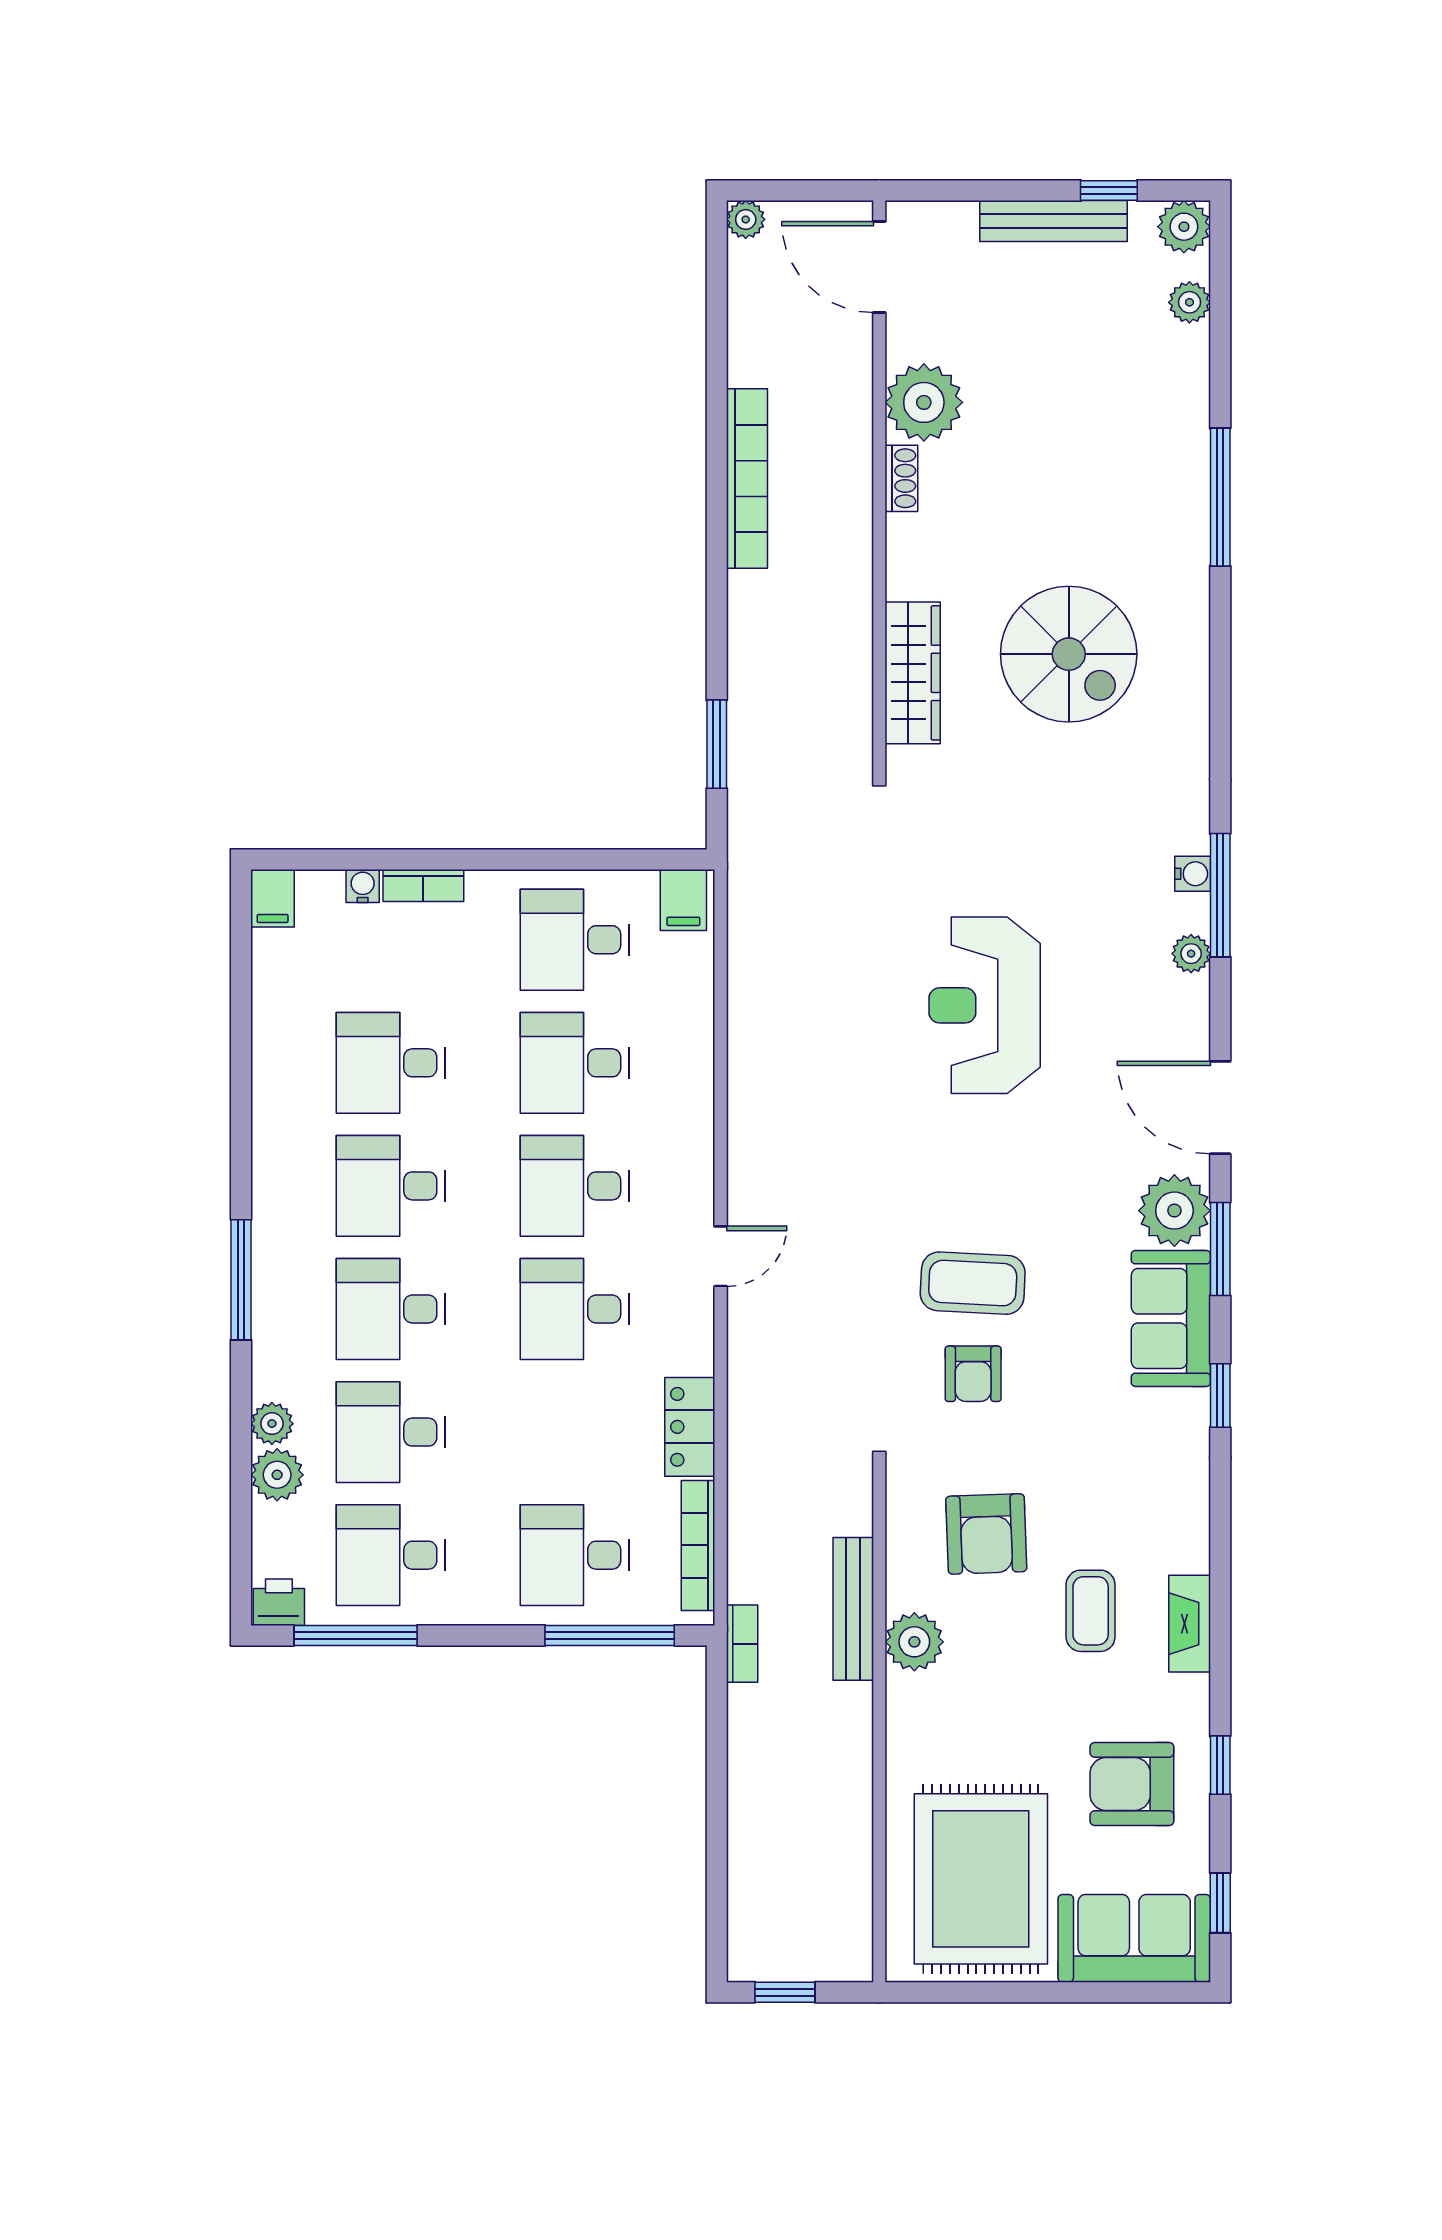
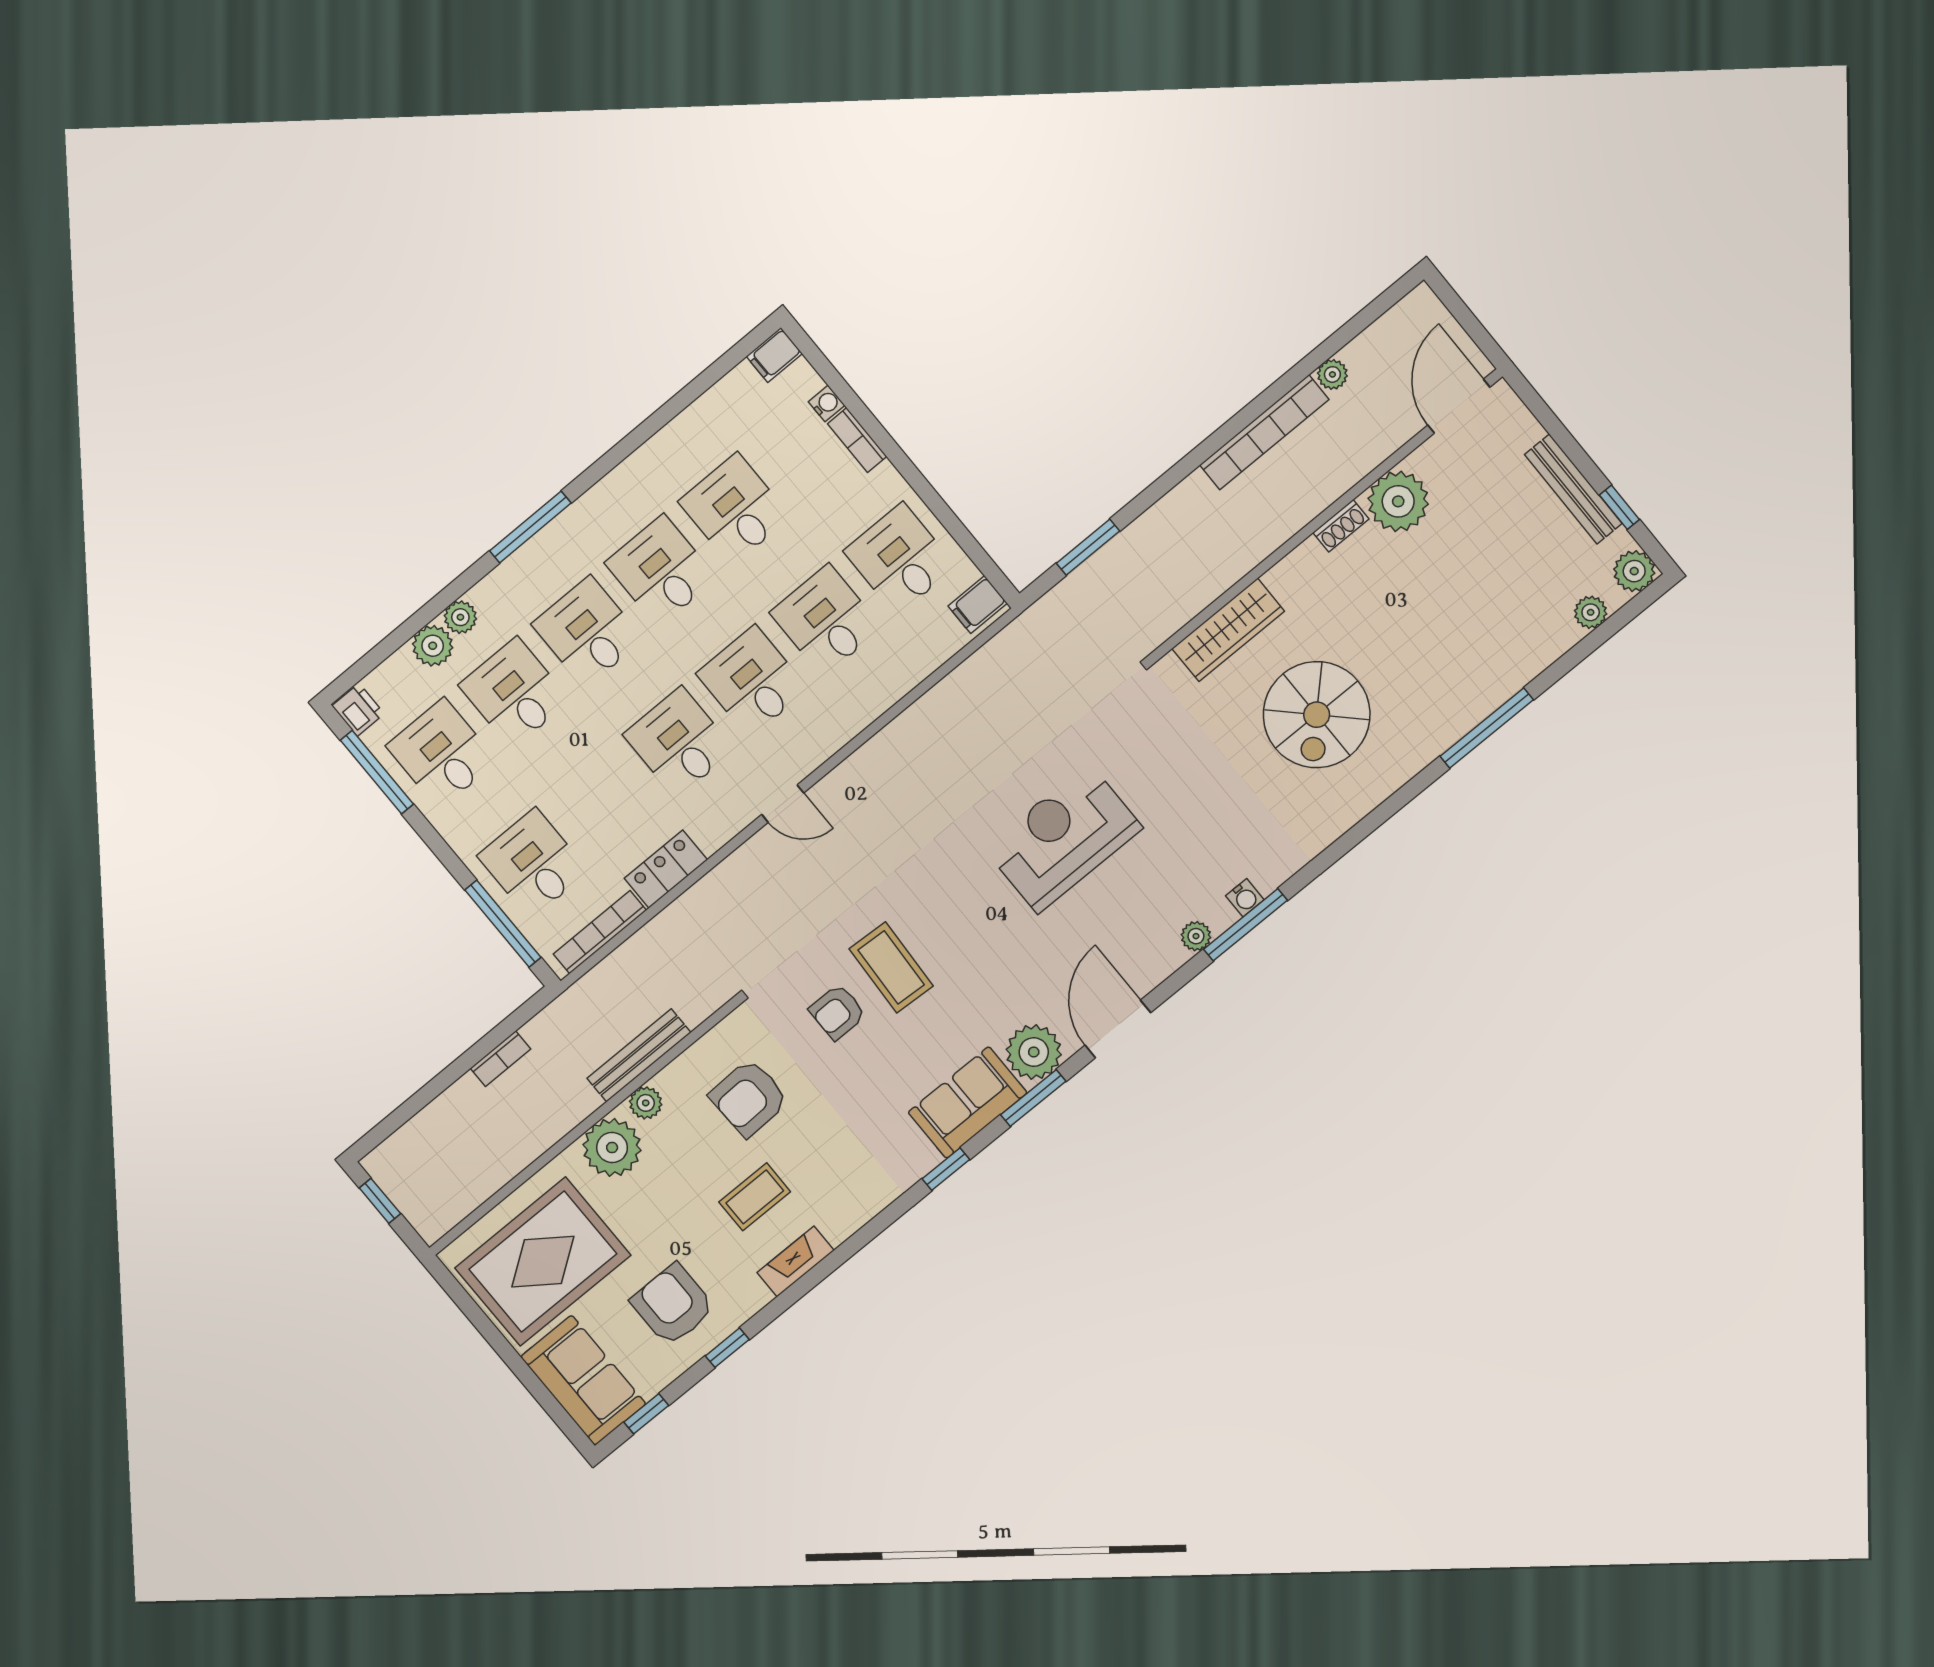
plant: (746, 219) -> (1332, 374), moved
plant: (914, 1642) -> (646, 1103), width x0.73, depth x0.73
bookcase: (742, 1644) -> (500, 1059), moved
plant: (923, 1713) -> (612, 1147), added

